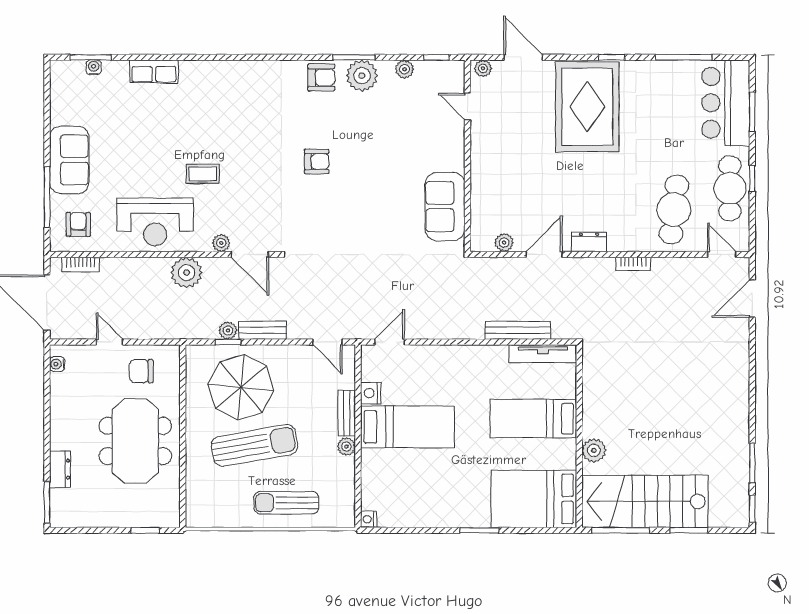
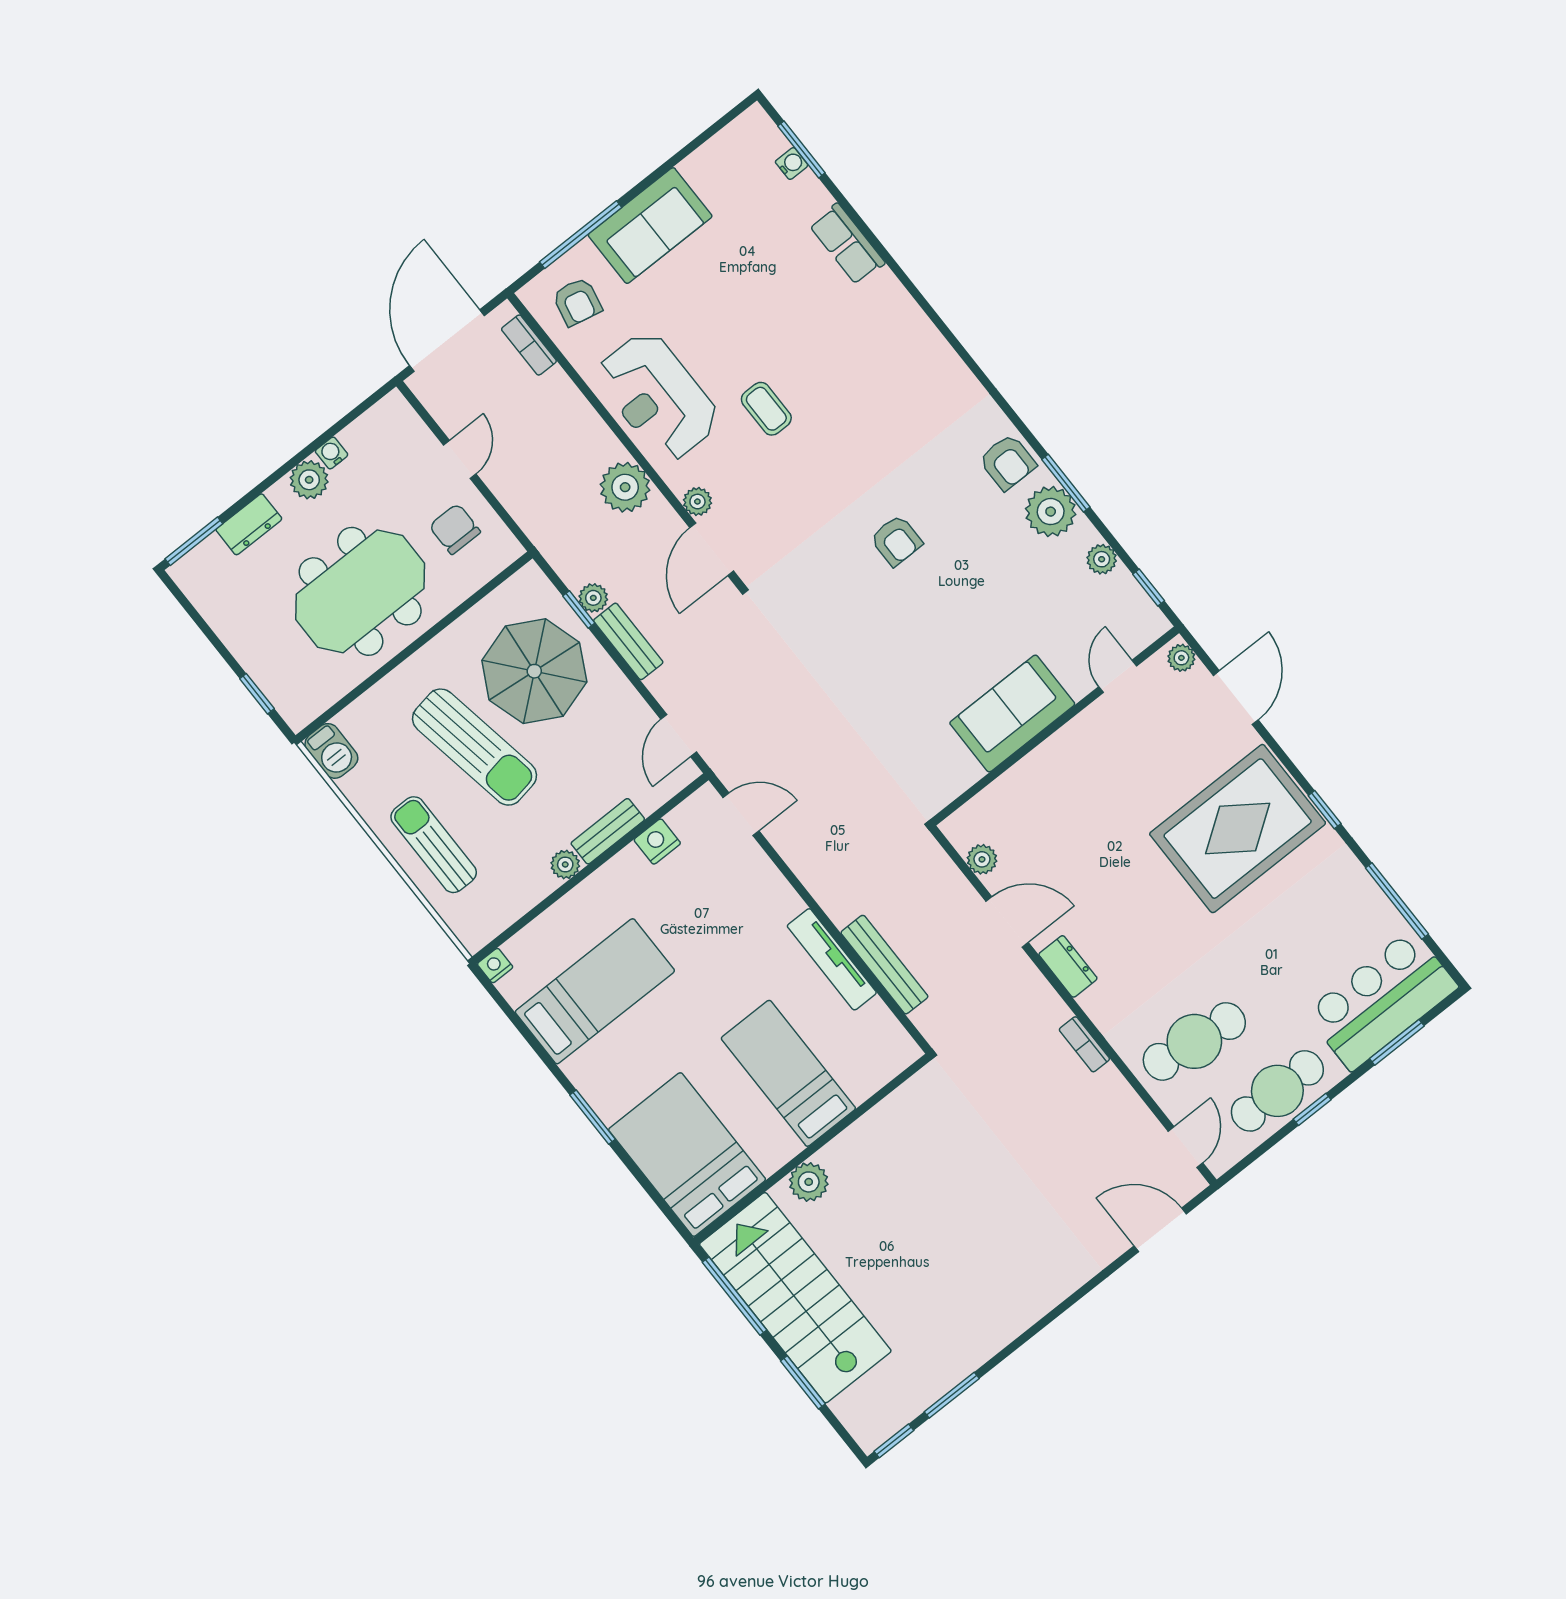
sofa: (445, 207) -> (1012, 713), moved
armchair: (78, 224) -> (577, 302), turned 102
tv unit: (543, 354) -> (832, 959), moved
water cooler: (57, 364) -> (332, 453), moved
plant: (62, 423) -> (309, 480), added
bed: (407, 427) -> (595, 991), moved, turned -90
barbecue: (202, 516) -> (331, 751), added

